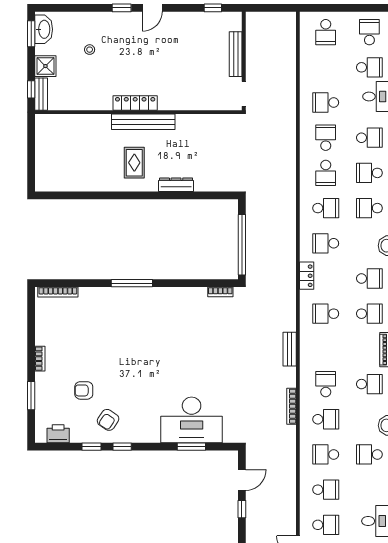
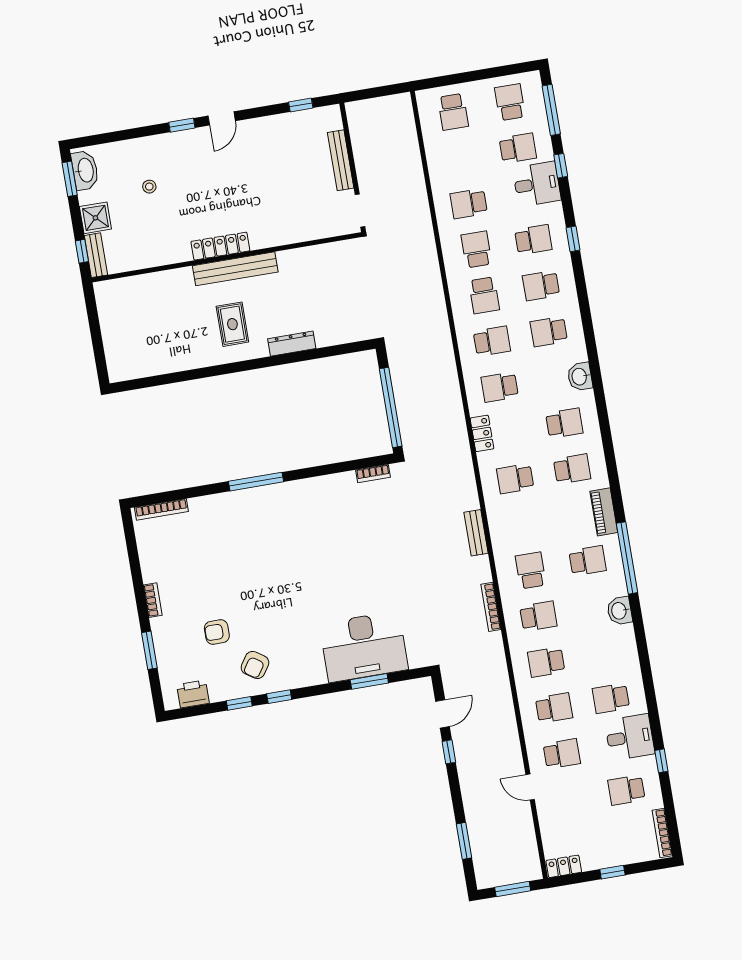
school desk: (369, 454) -> (611, 698), moved

